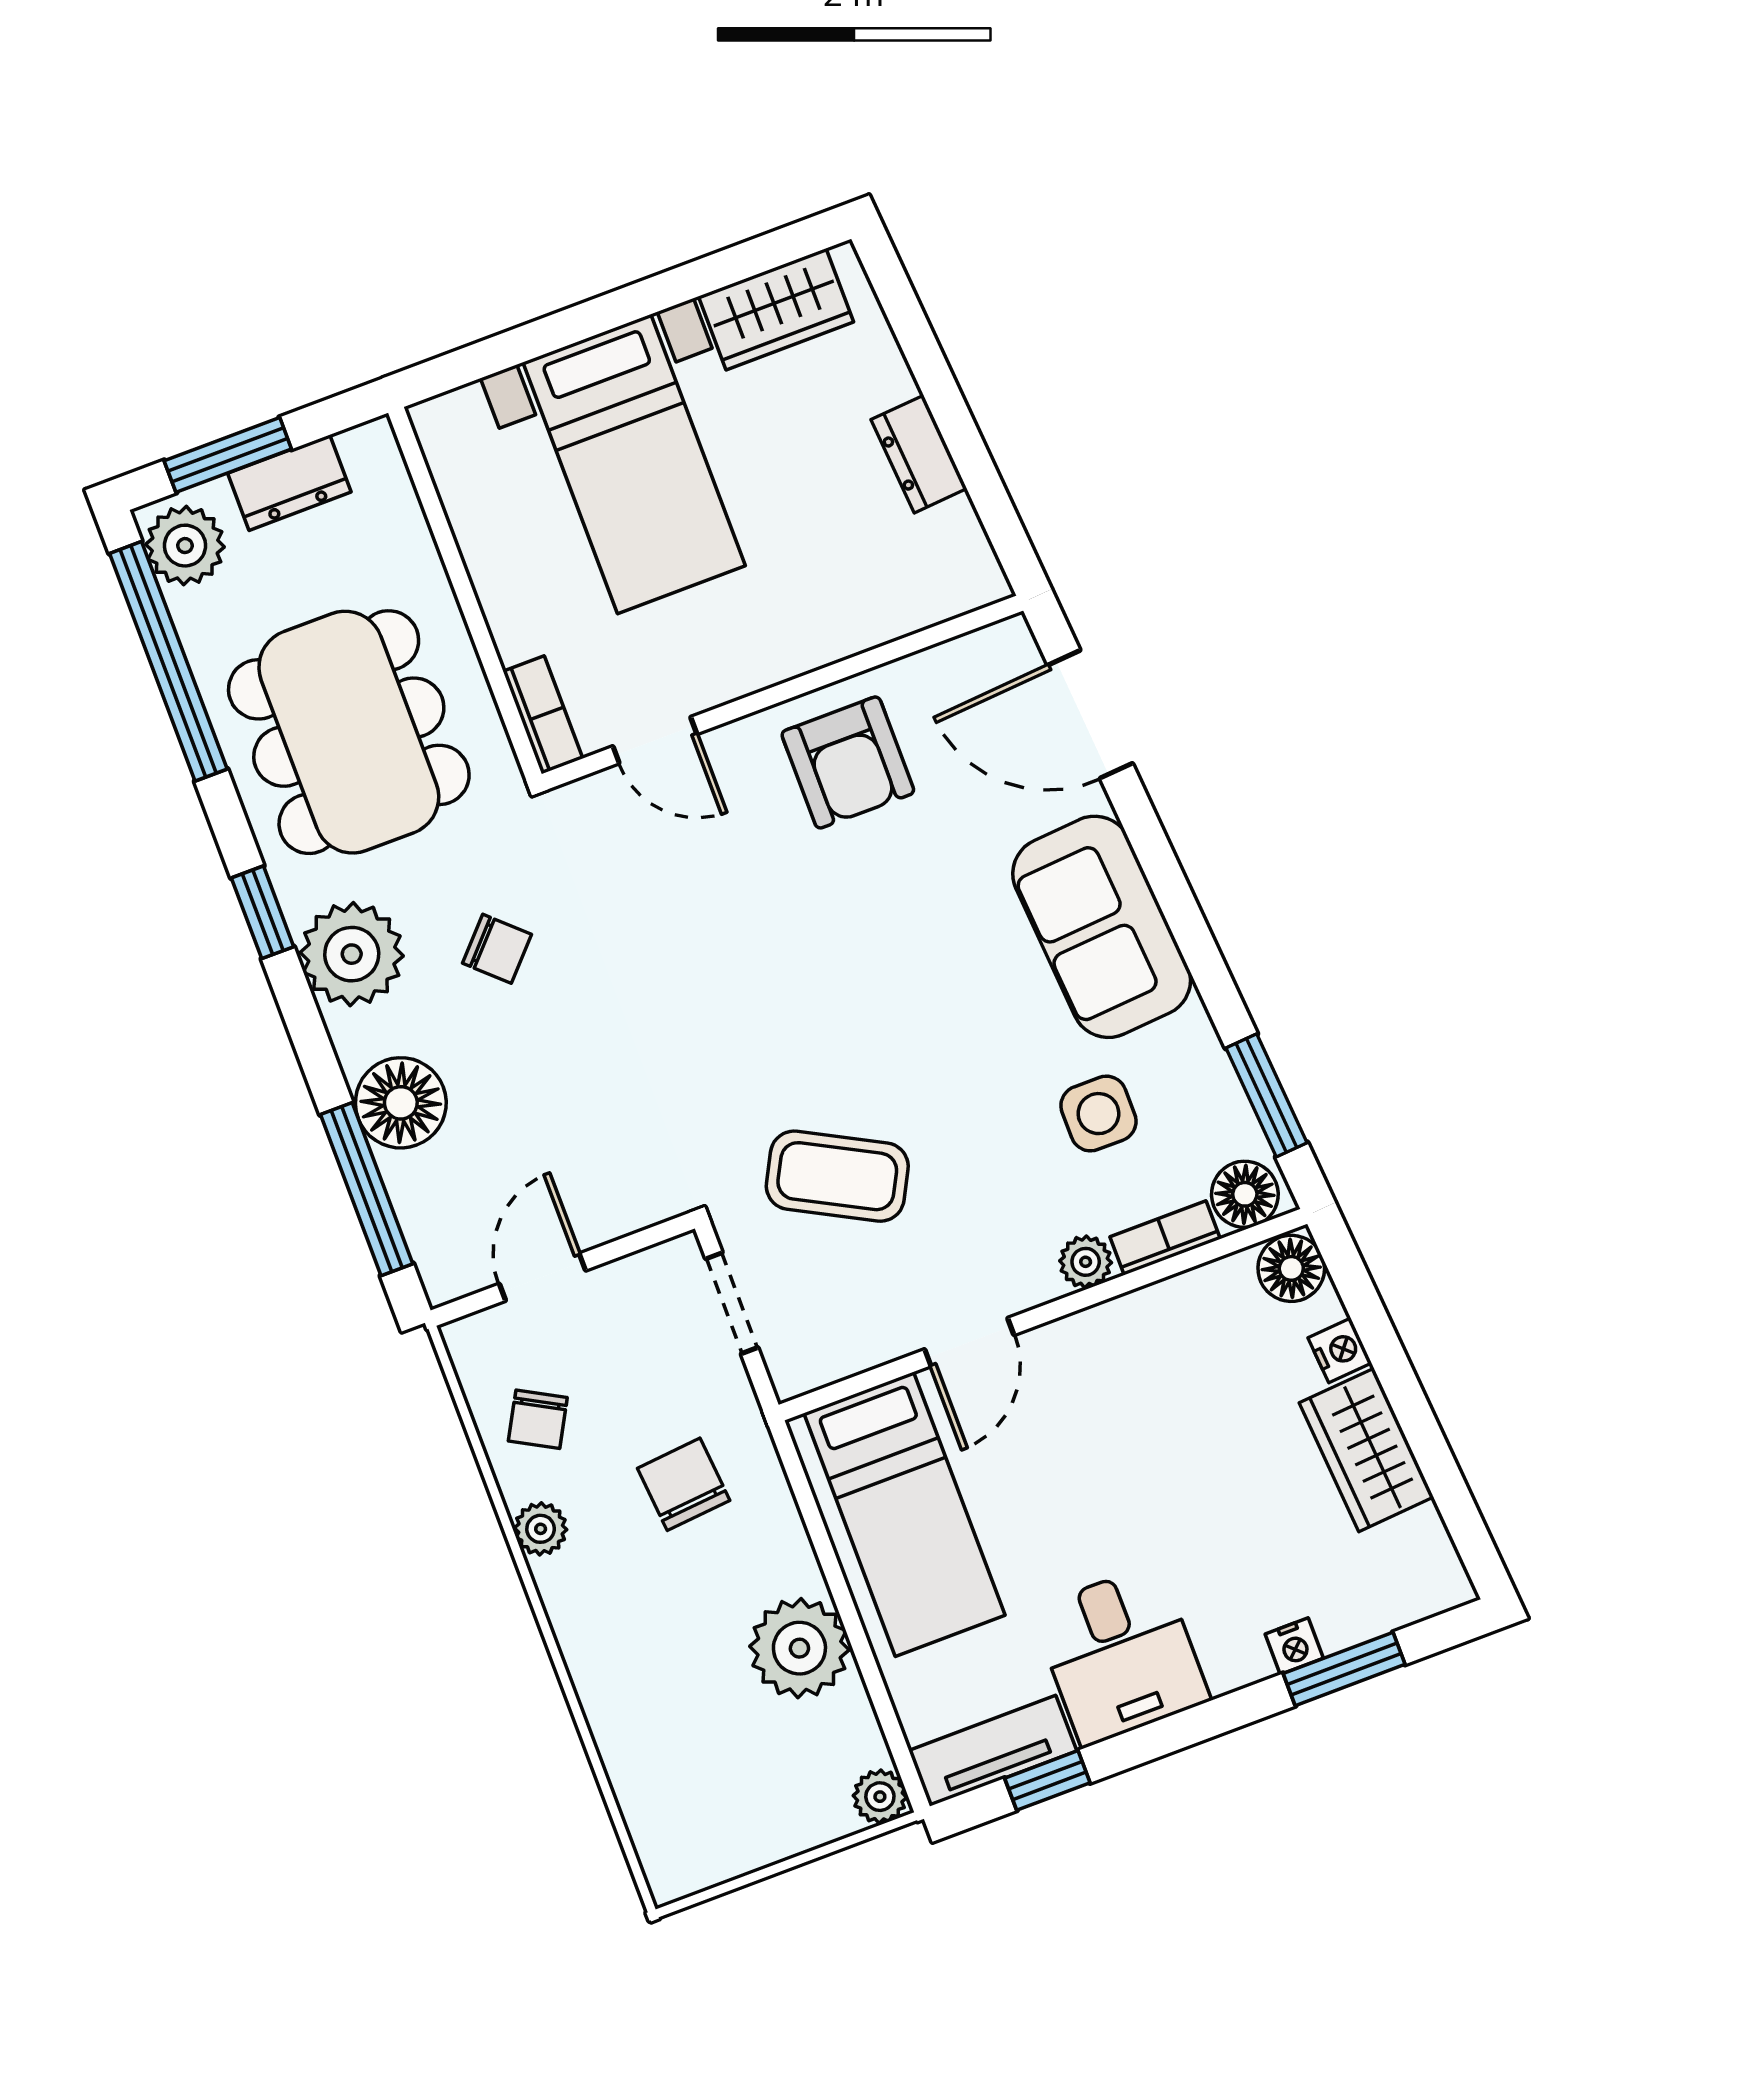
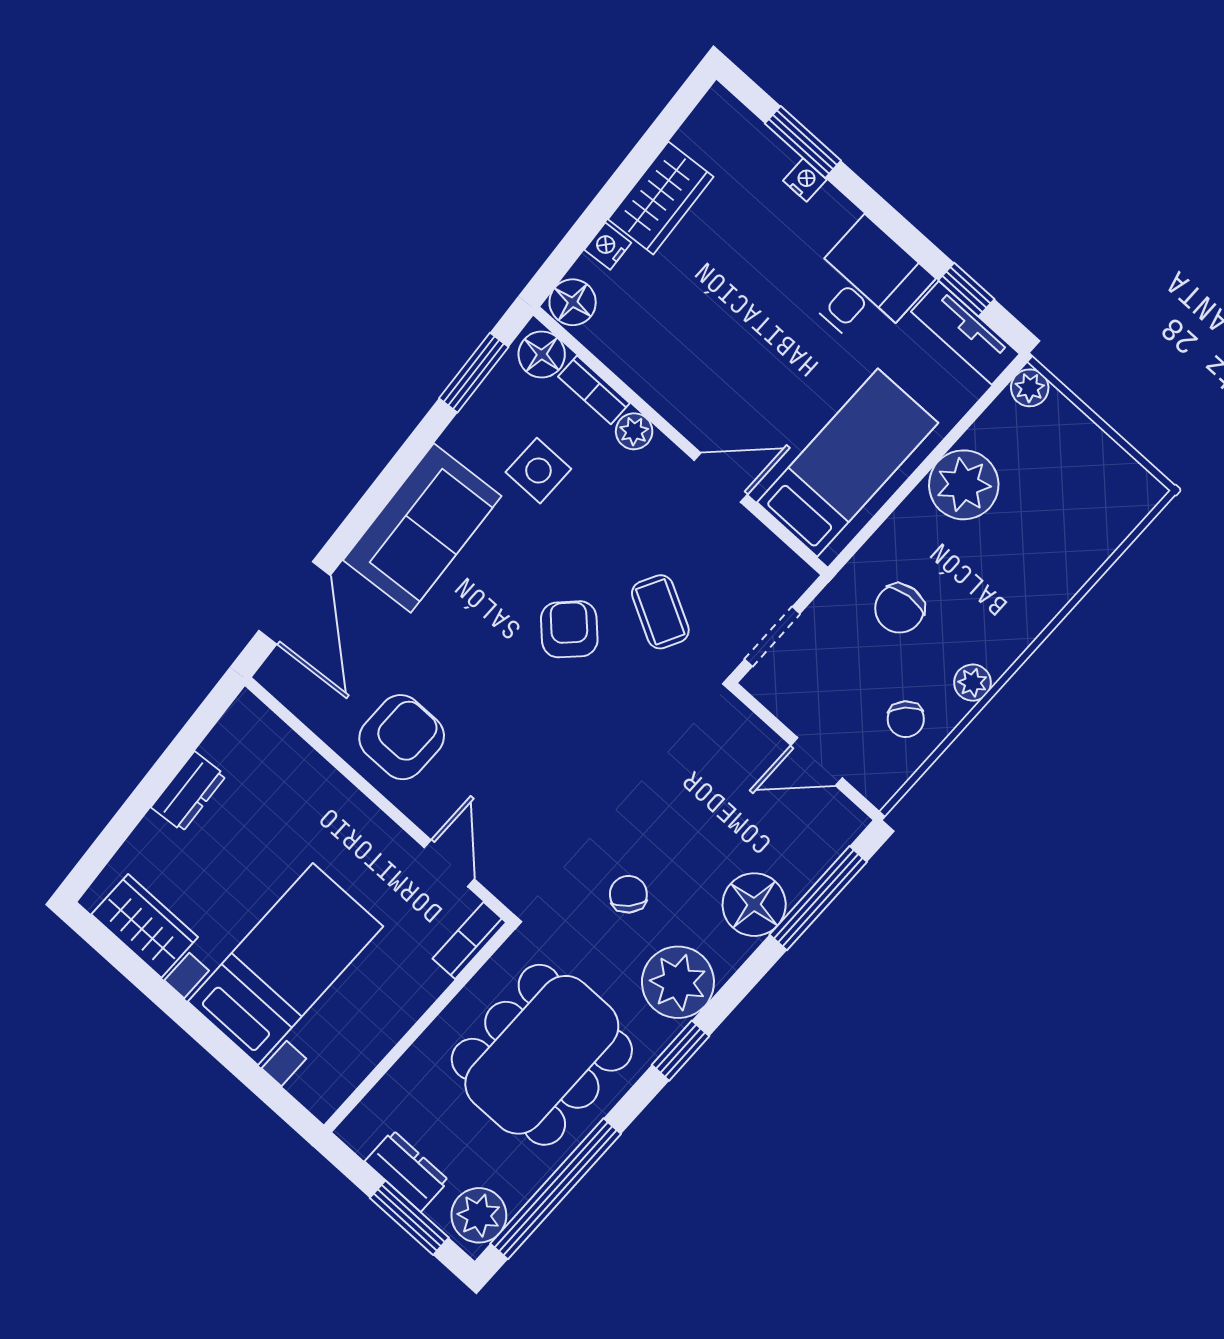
armchair: (875, 1048) -> (569, 629), added
coffee table: (837, 1176) -> (660, 612), width x0.73, depth x0.77
chair: (538, 1419) -> (906, 719), turned 106

